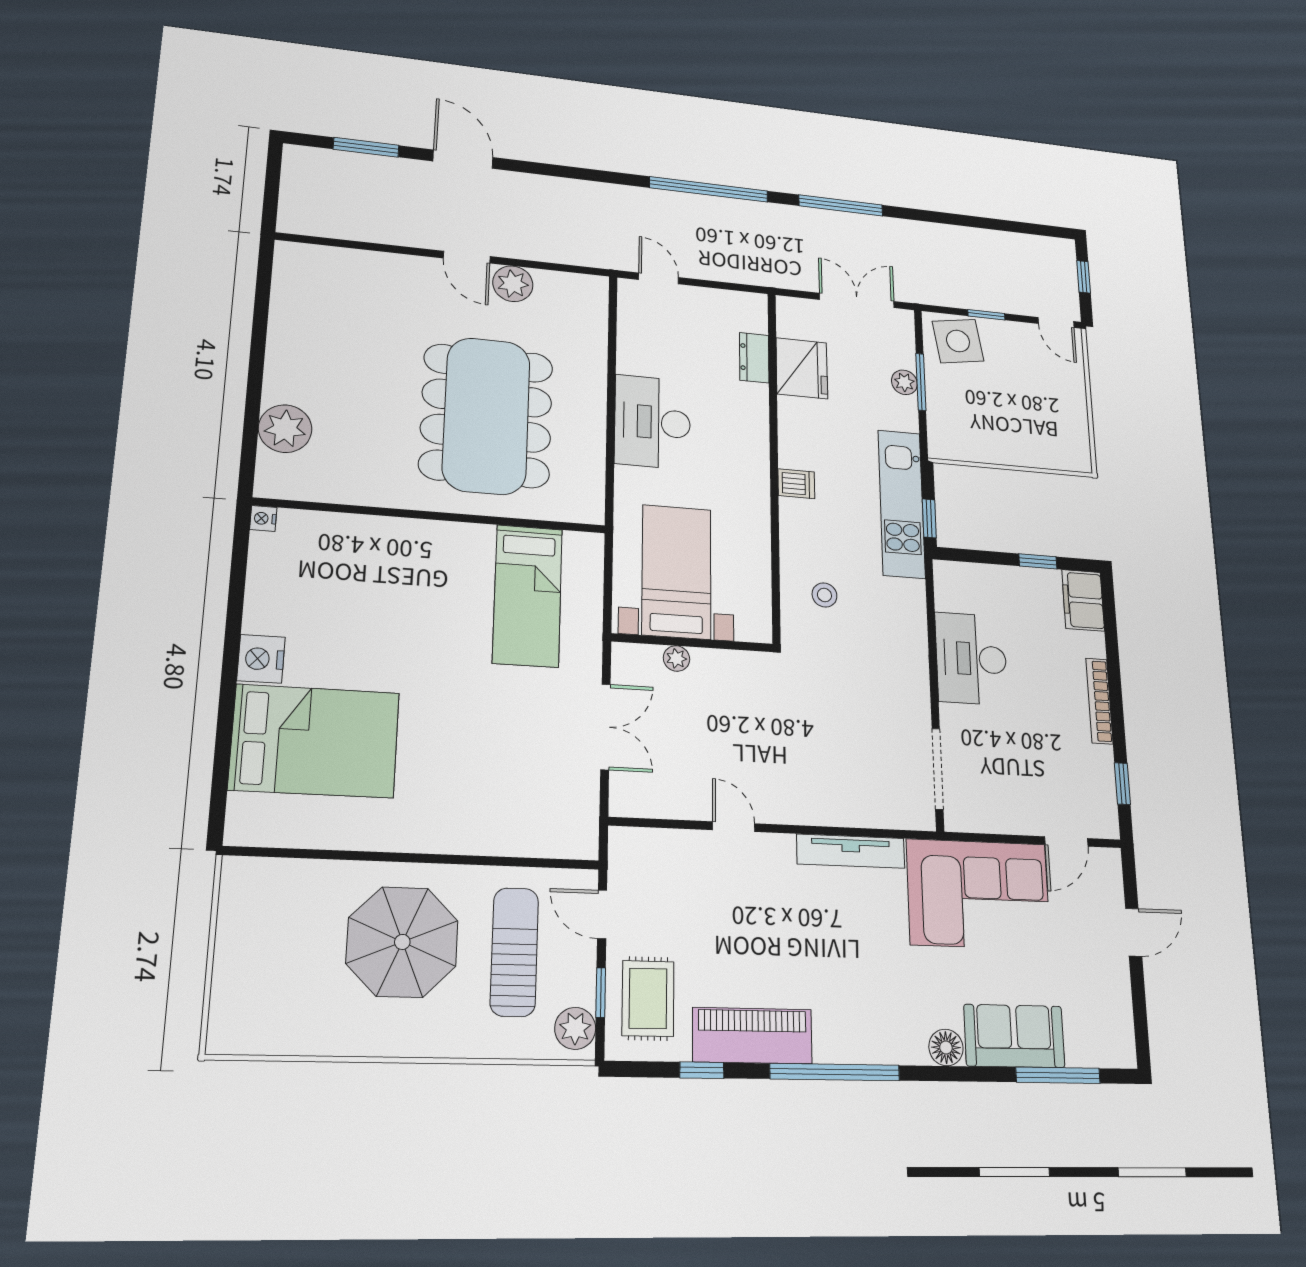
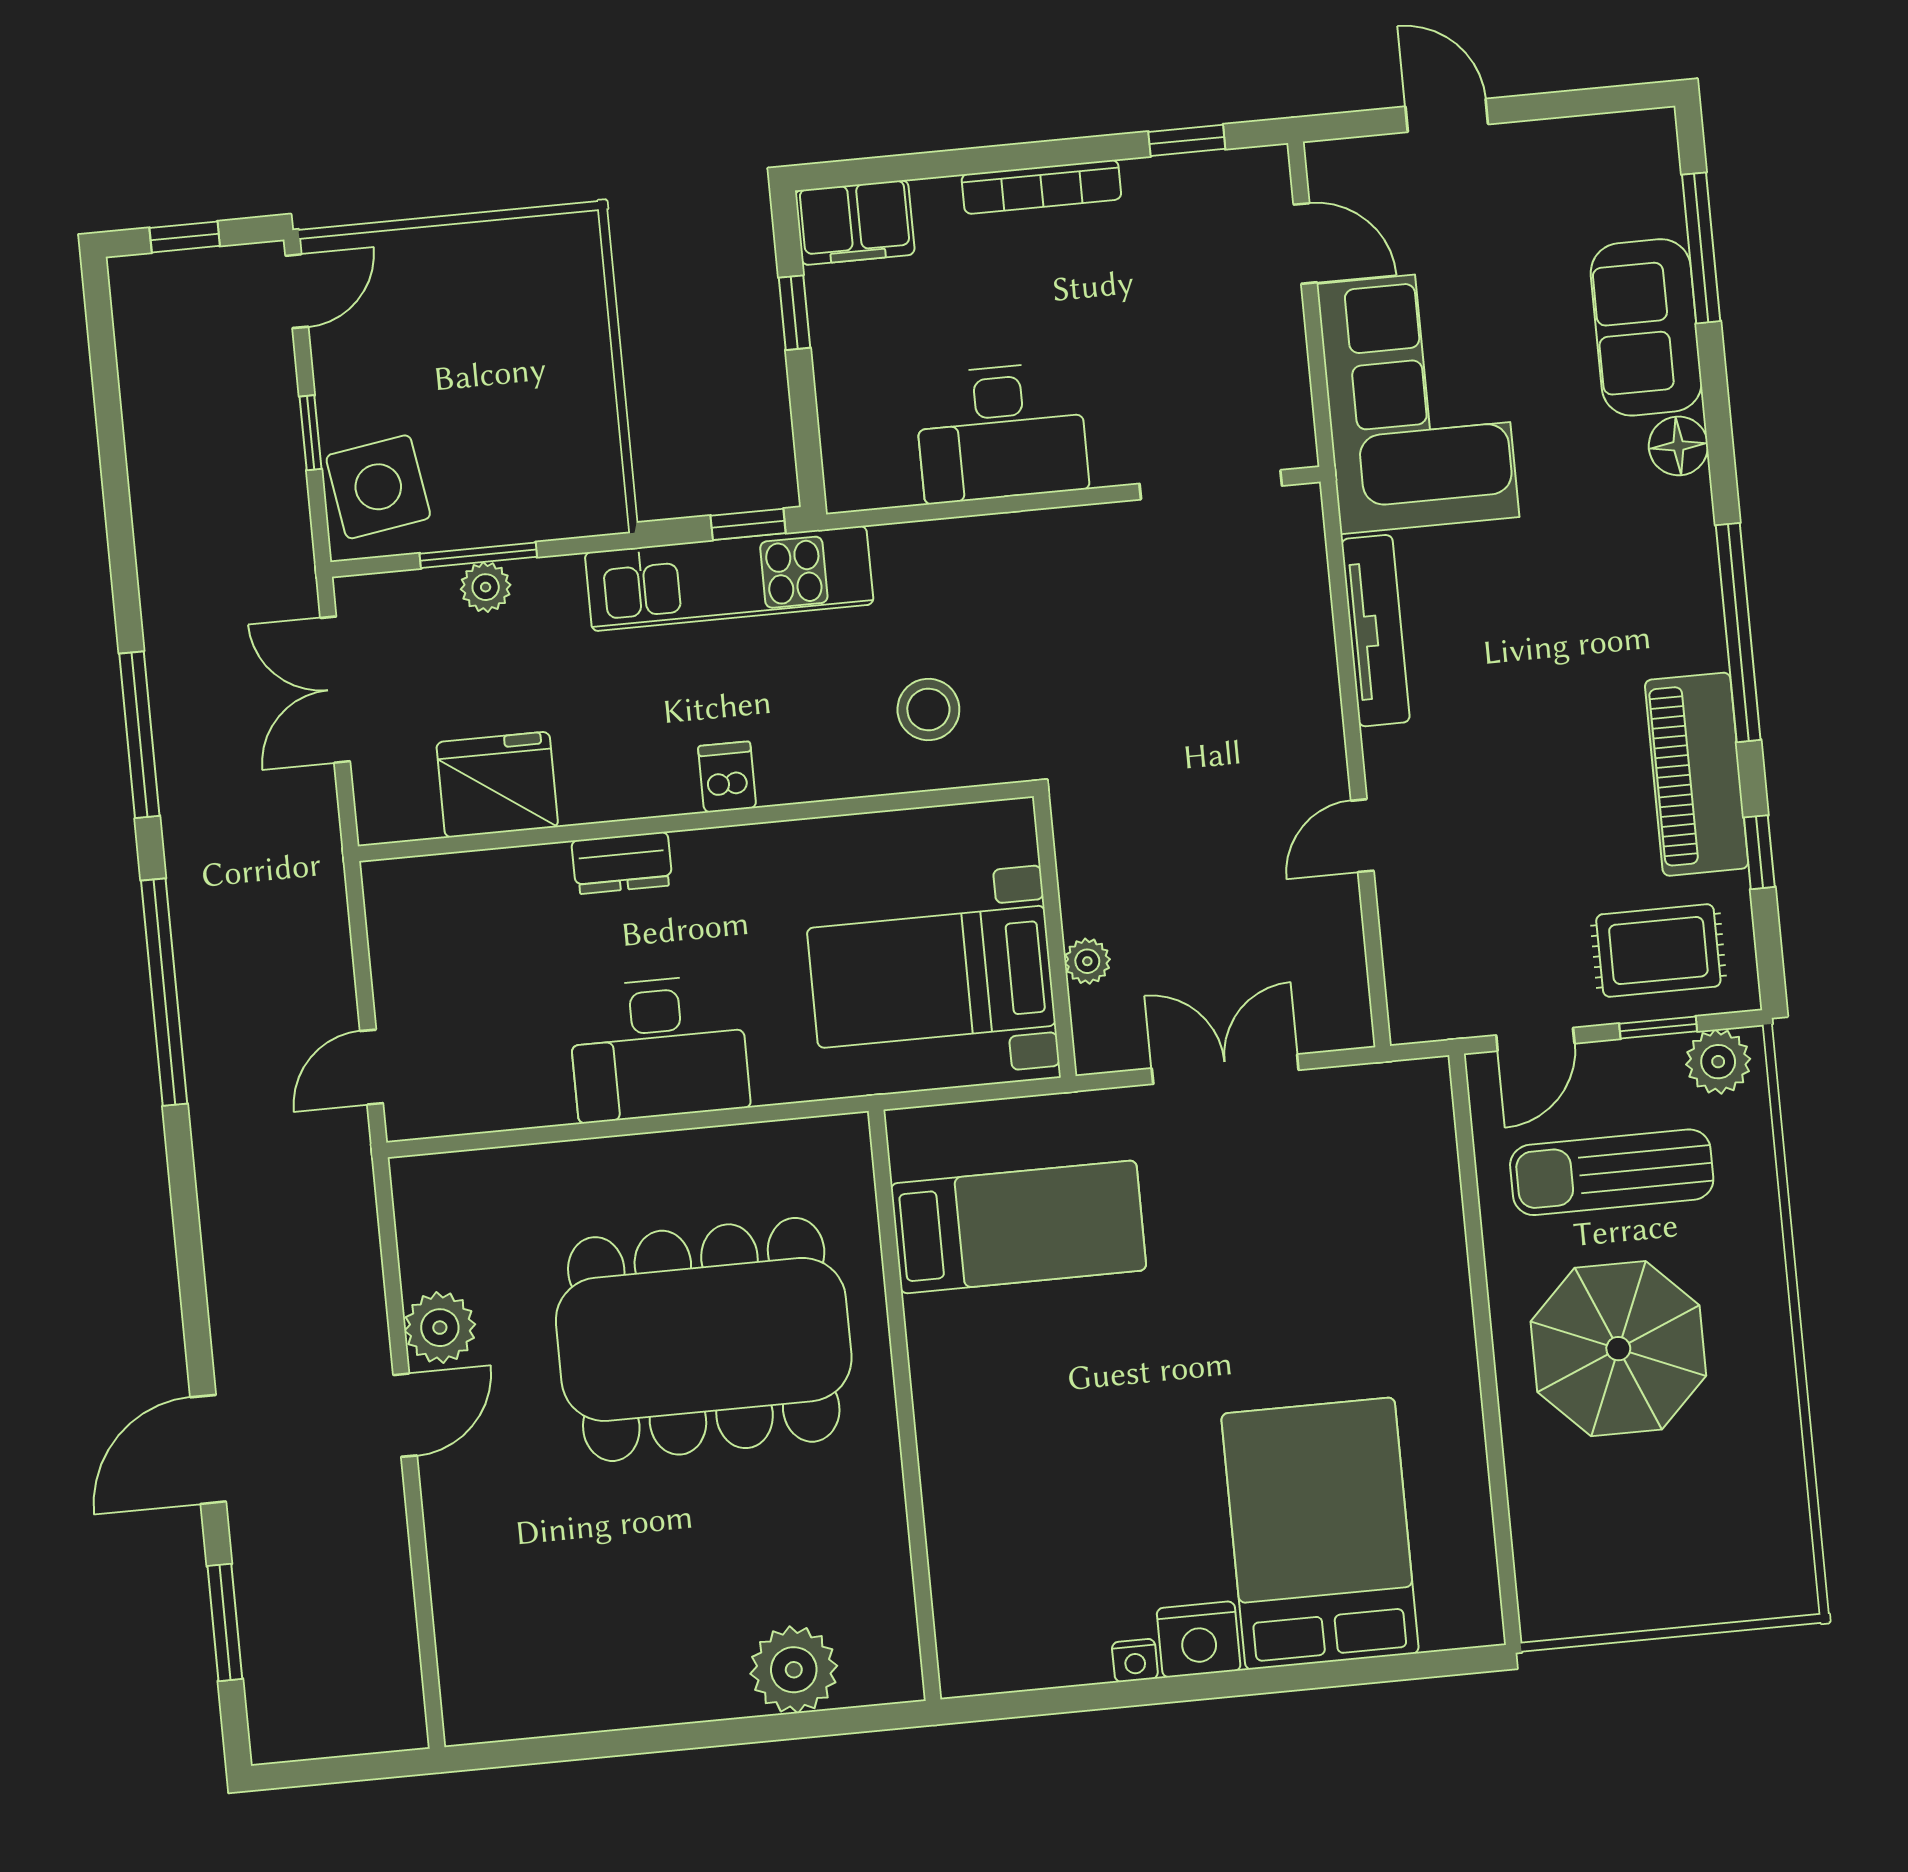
dresser: (754, 358) -> (622, 863), moved
nightstand: (263, 518) -> (1135, 1660), moved
stool: (824, 595) -> (928, 709), width x1.37, depth x1.37

